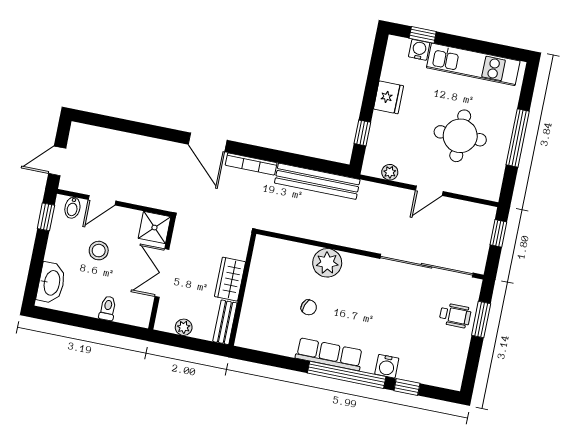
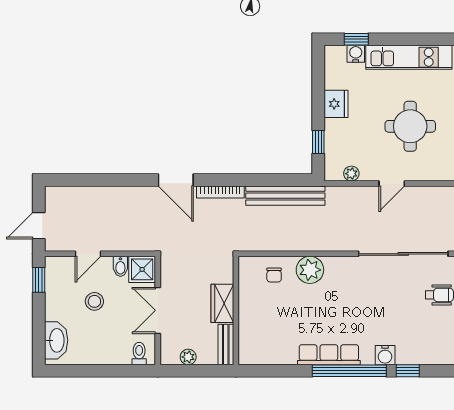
bidet: (72, 208) -> (120, 266), moved
chair: (309, 307) -> (274, 275), moved, turned 70
toilet: (108, 308) -> (139, 354), moved

